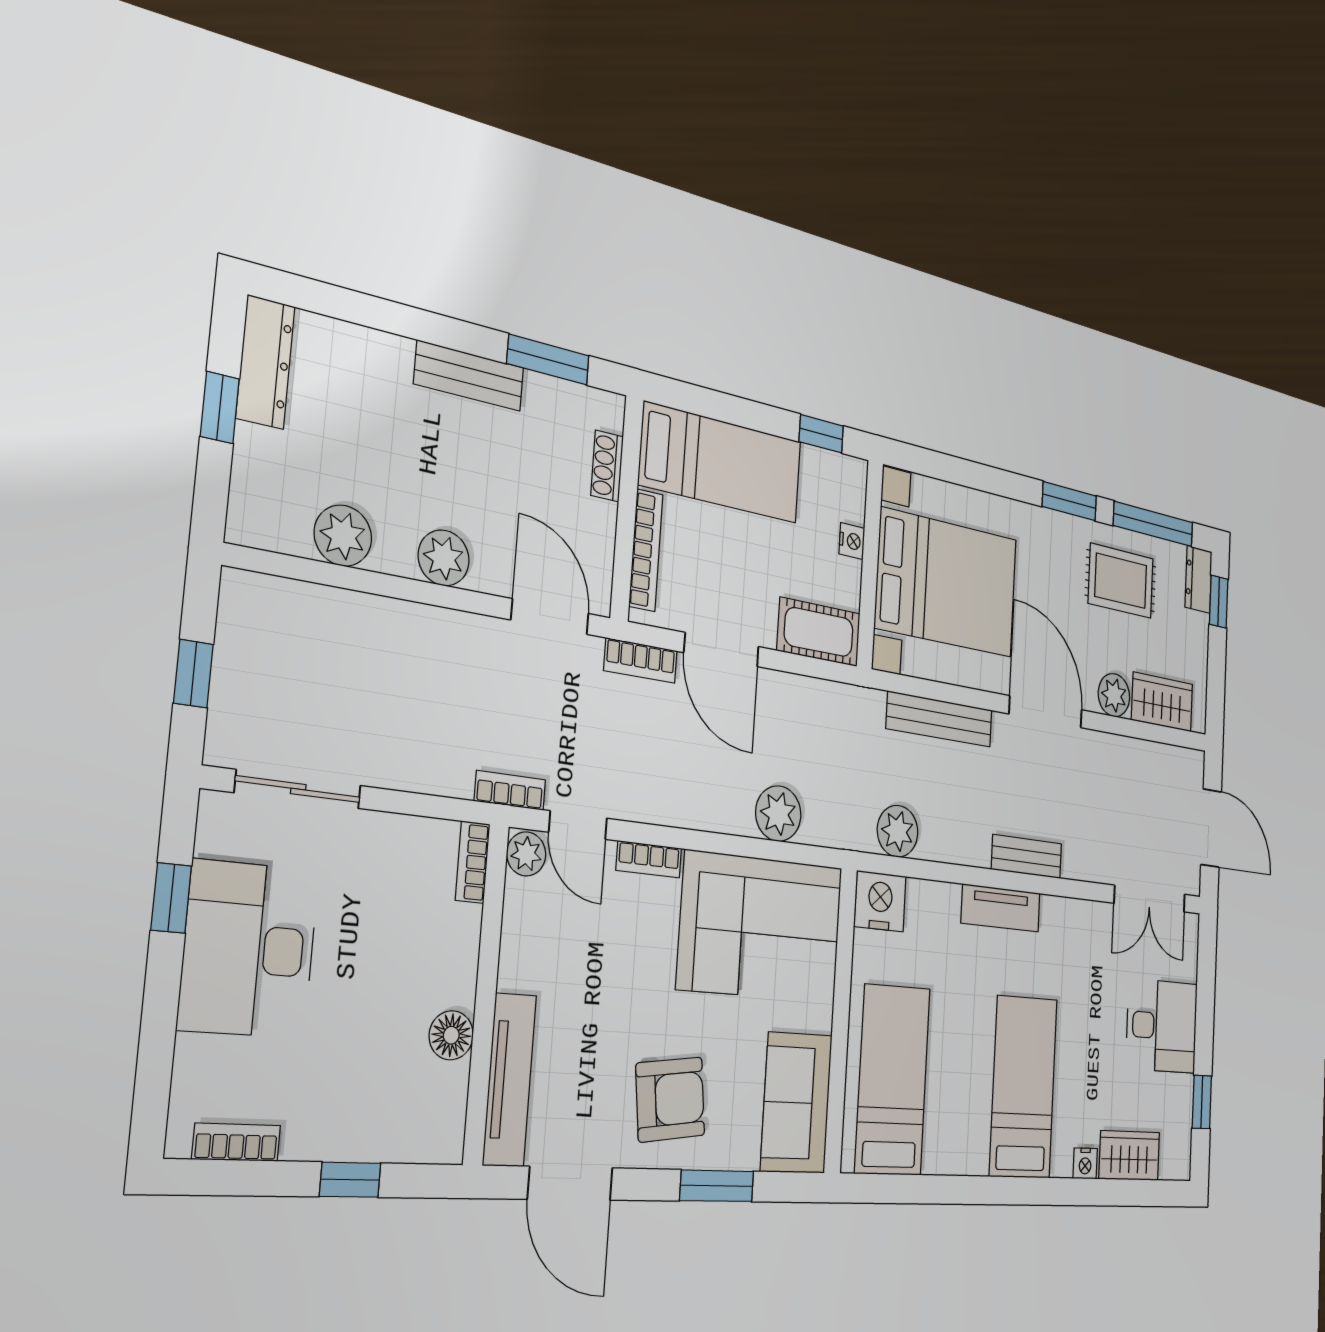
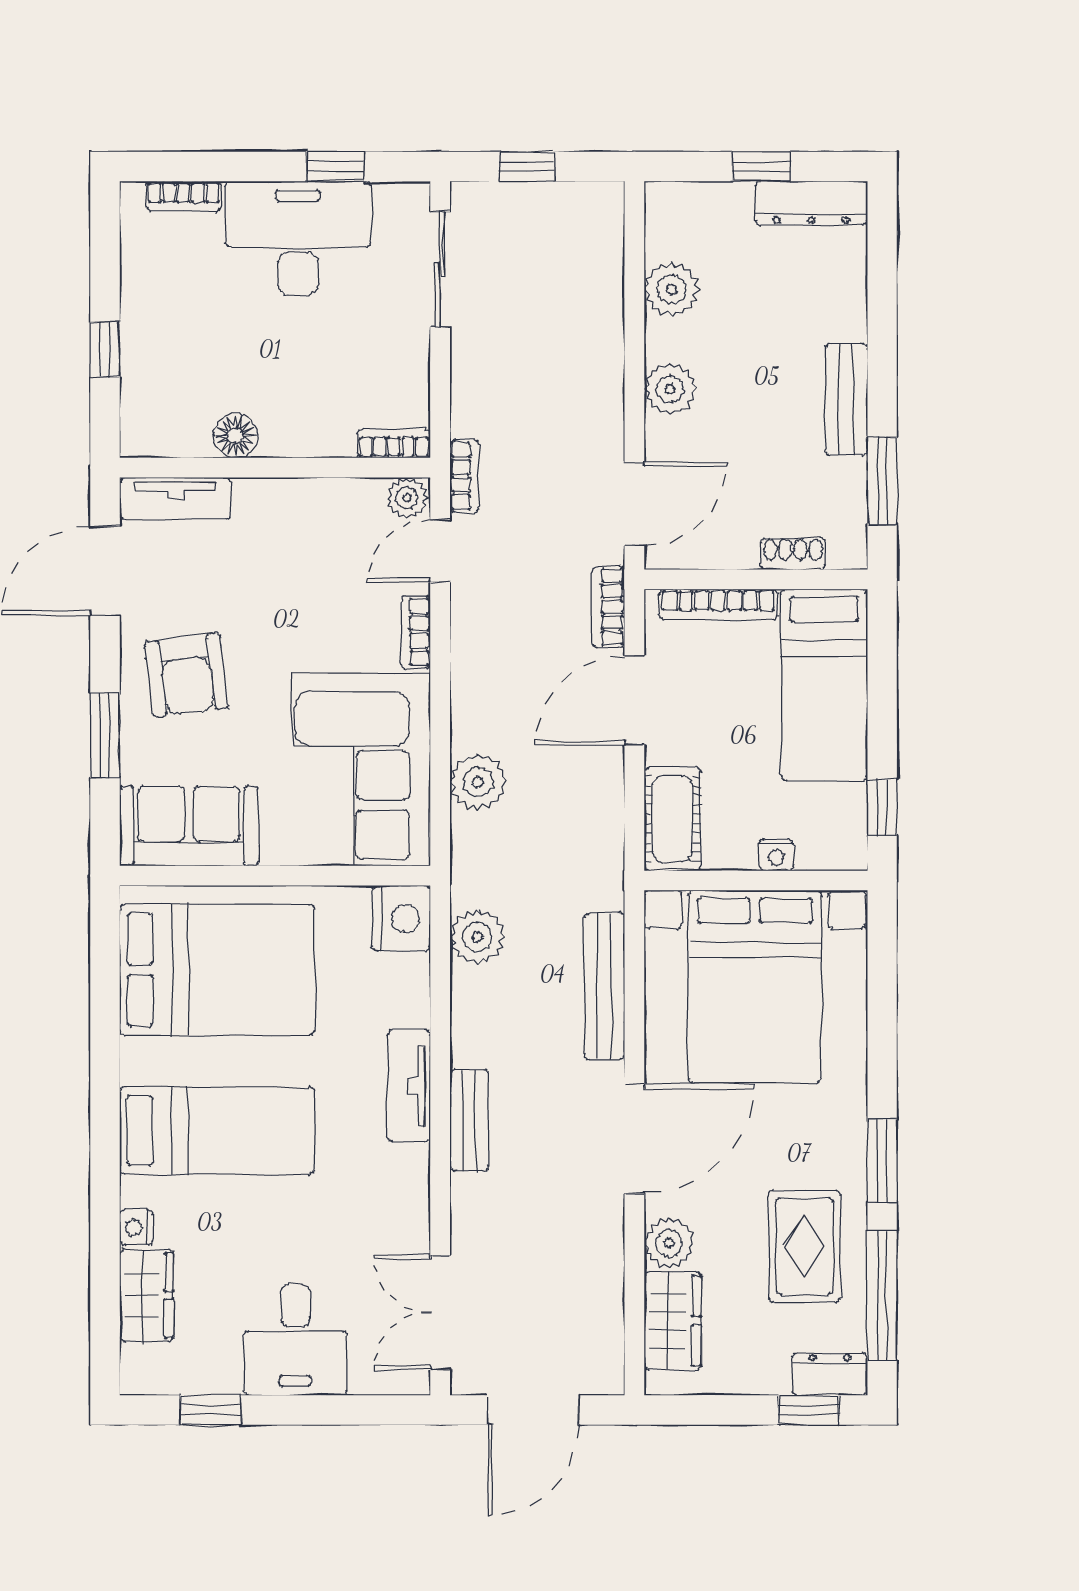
tv unit: (510, 1080) -> (175, 499), width x0.71
bed: (893, 1080) -> (217, 970), width x1.50
bookcase: (236, 1142) -> (184, 196), moved, turned 90

